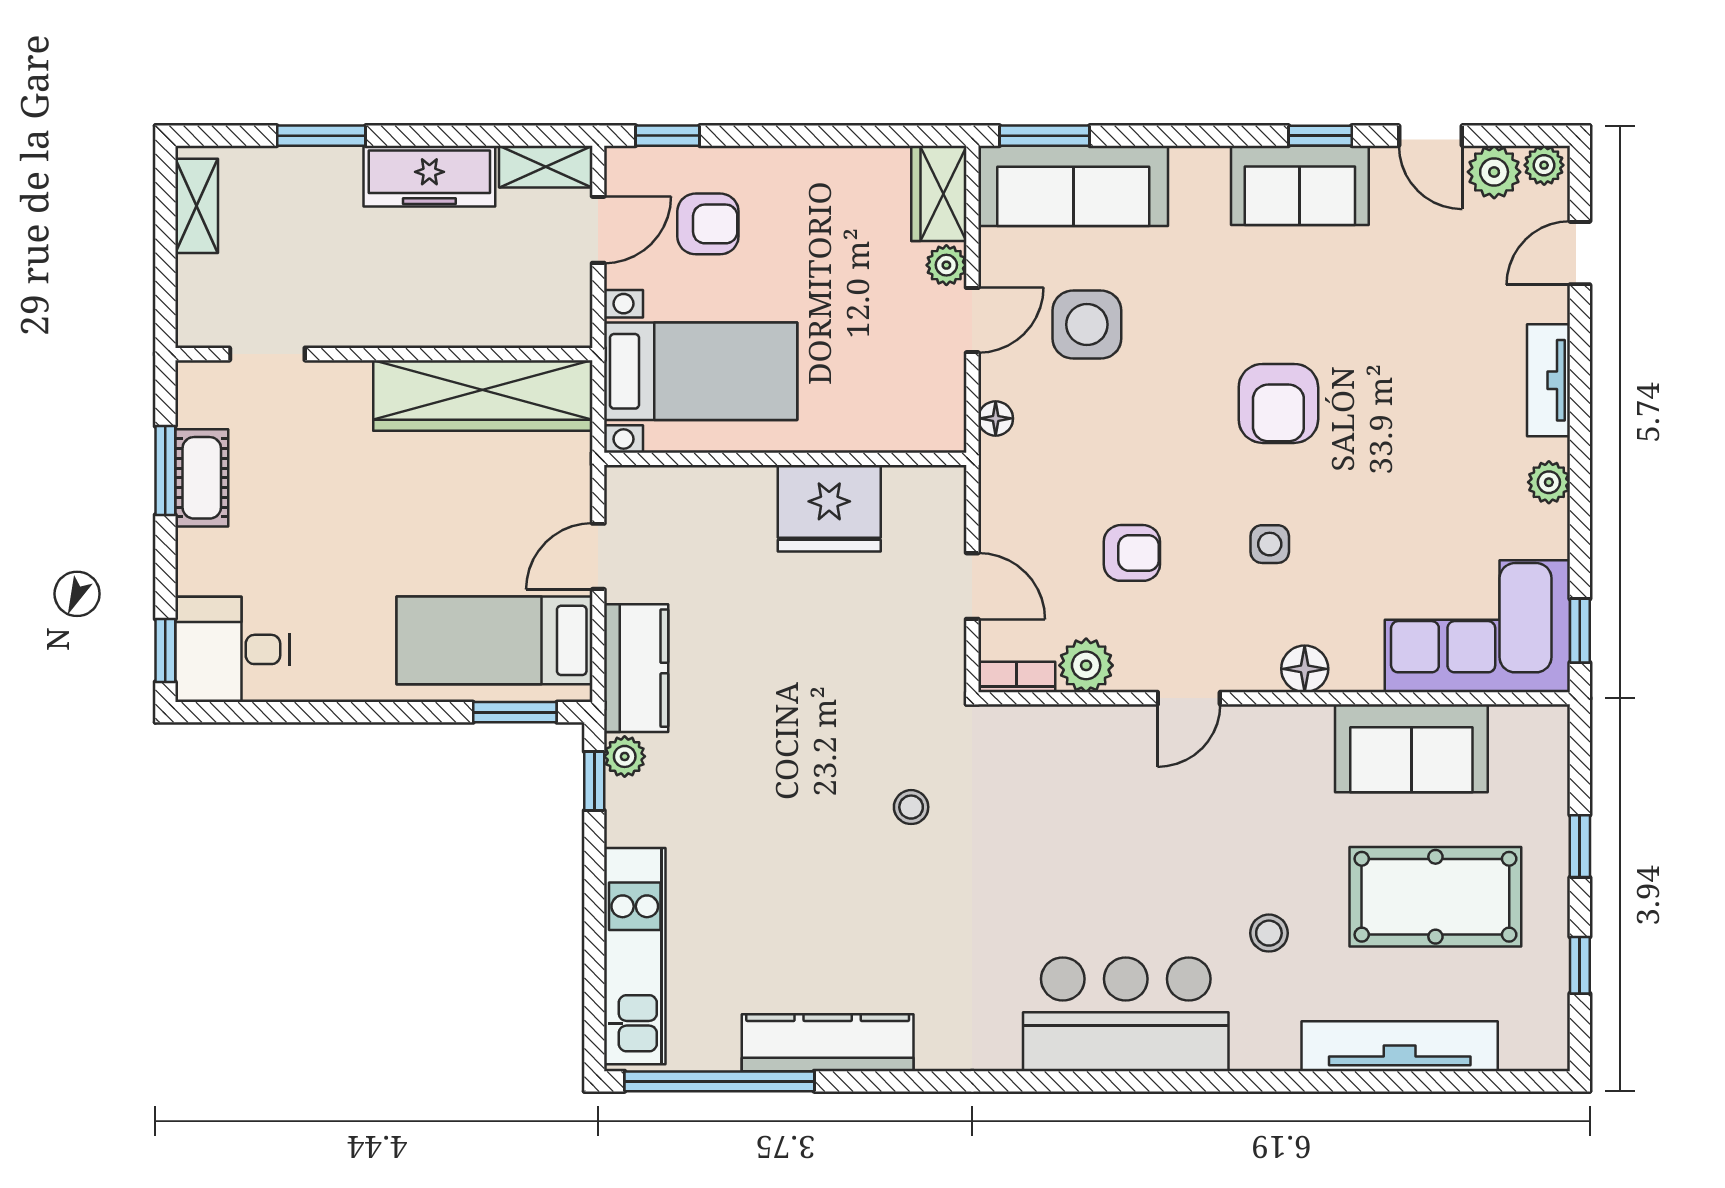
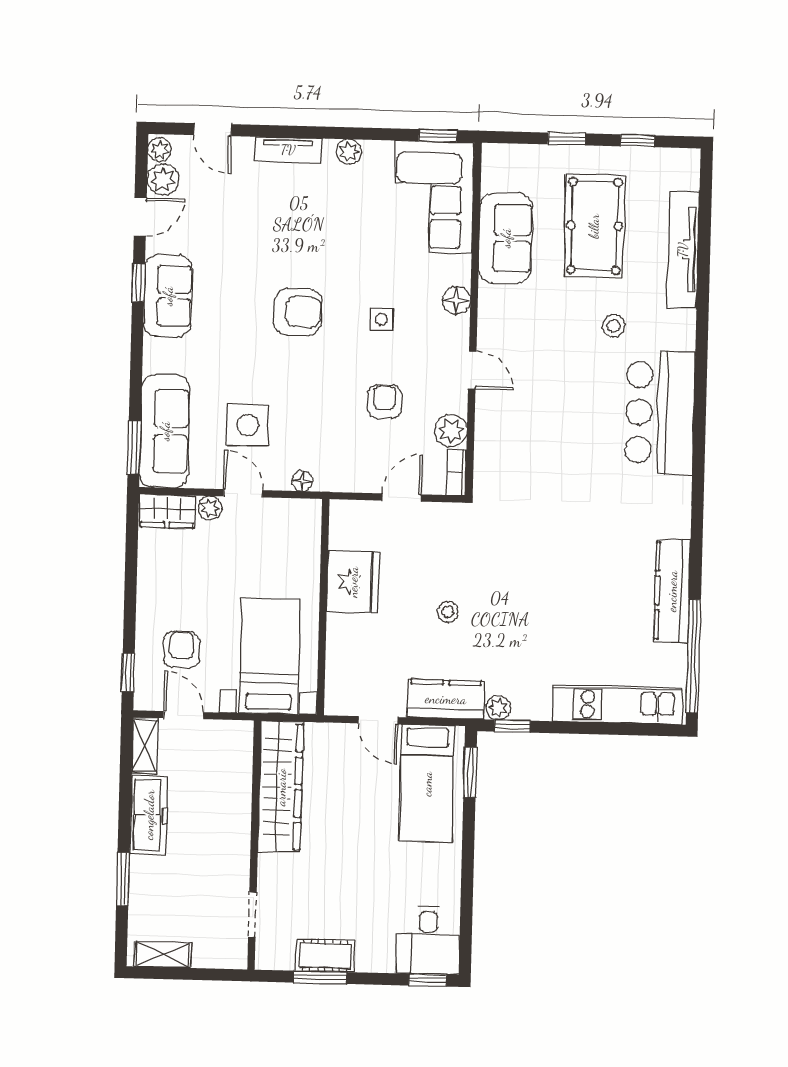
stool: (911, 807) -> (448, 612), moved

